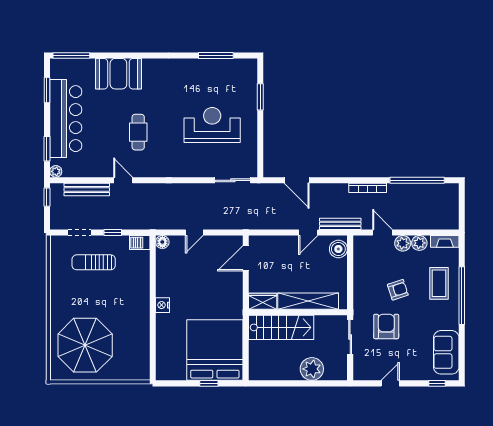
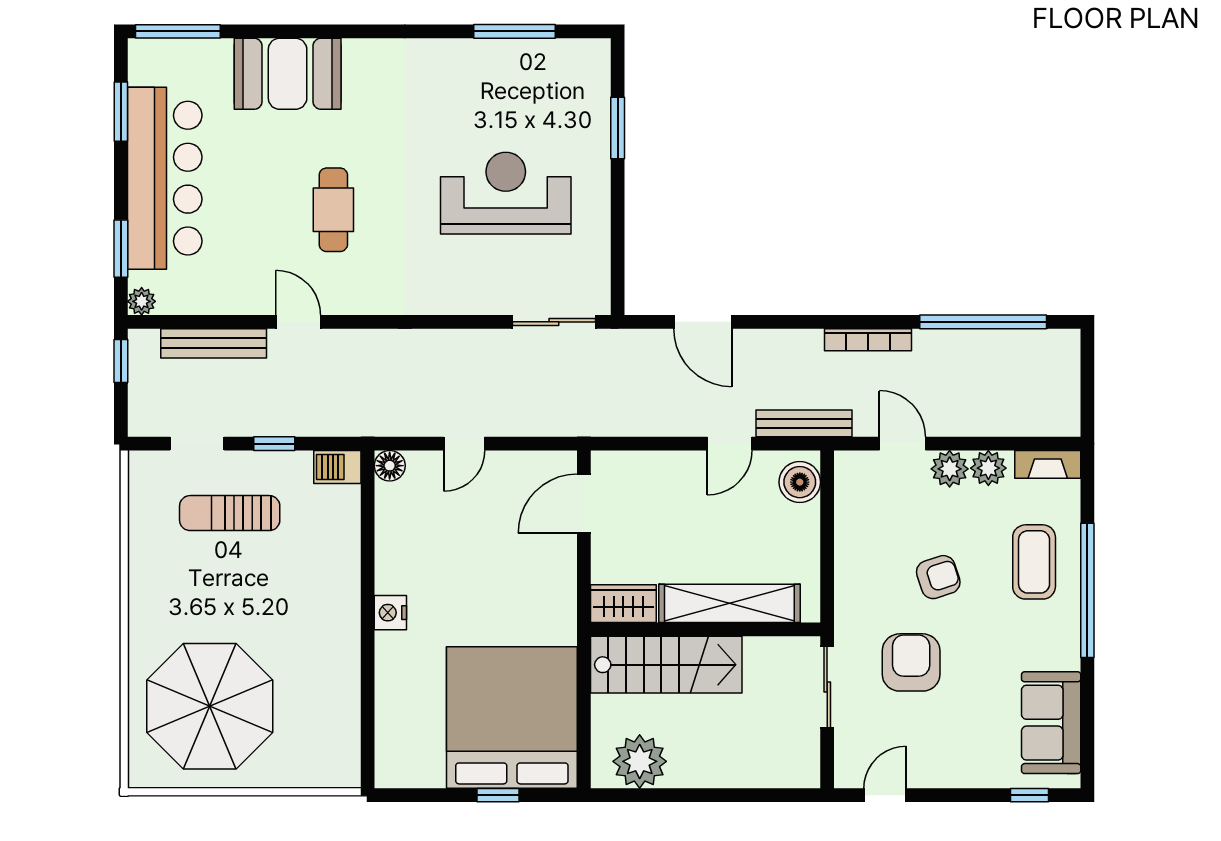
plant: (312, 369) -> (640, 761), moved
door: (390, 383) -> (885, 795), moved

